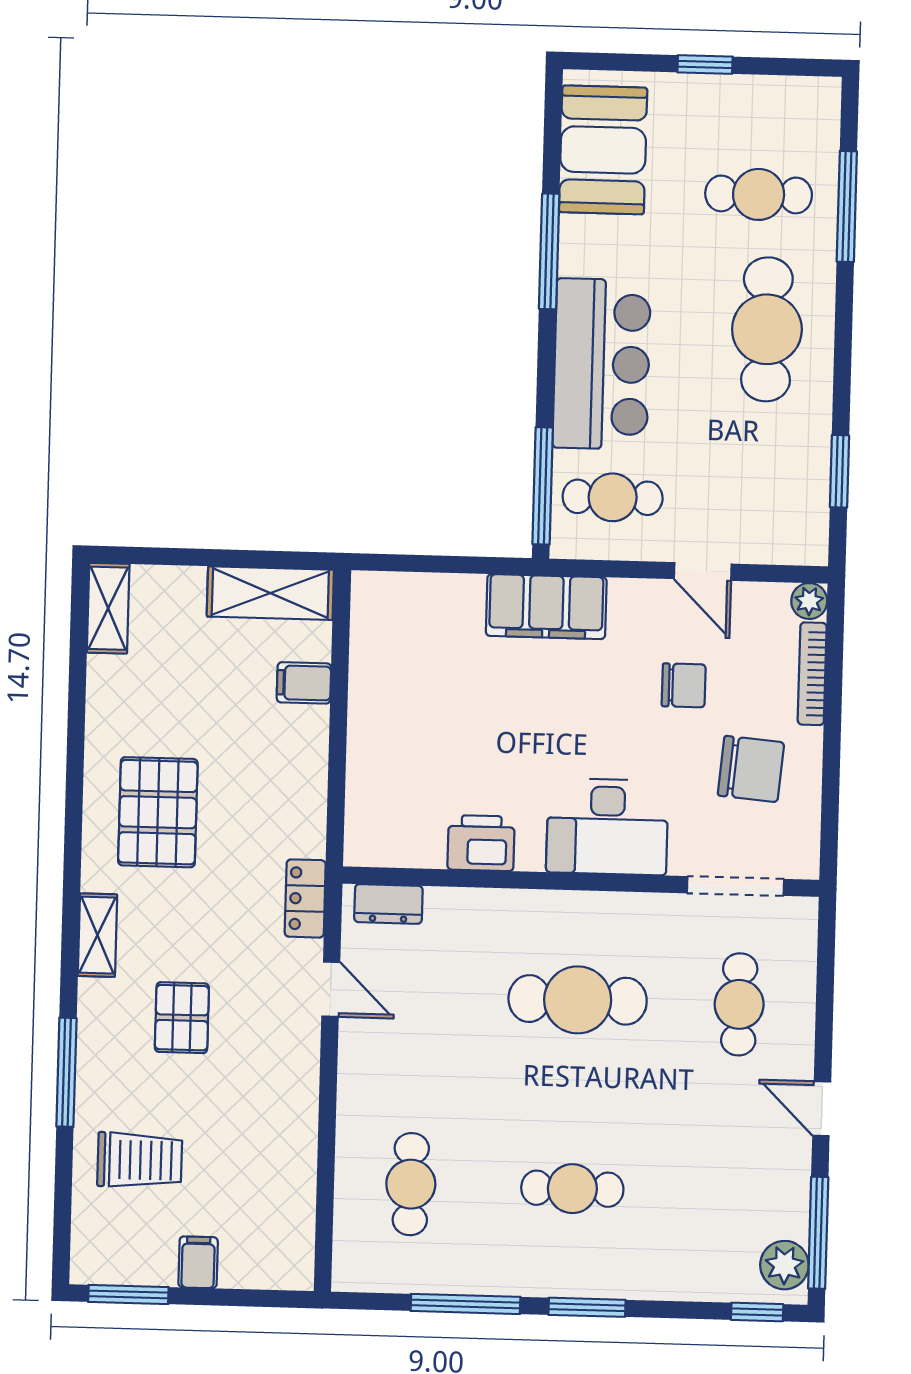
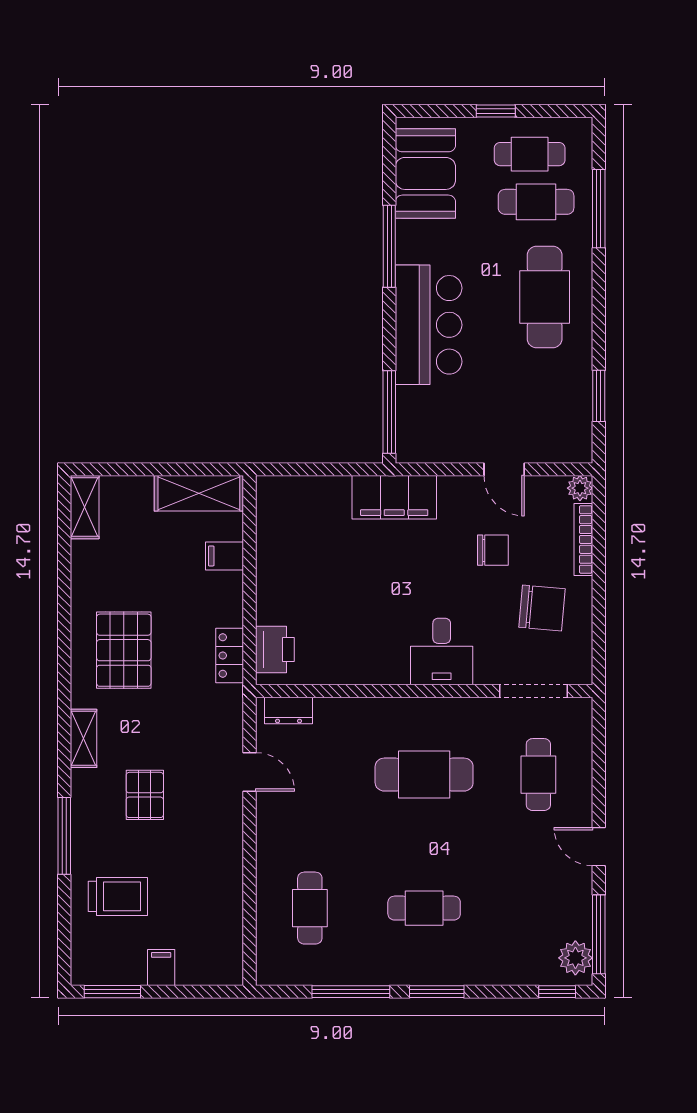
cafe table: (613, 497) -> (530, 154), moved
desk: (607, 827) -> (442, 652), width x0.73
printer: (481, 843) -> (275, 650), moved, turned 90
locker: (305, 898) -> (230, 656), moved

